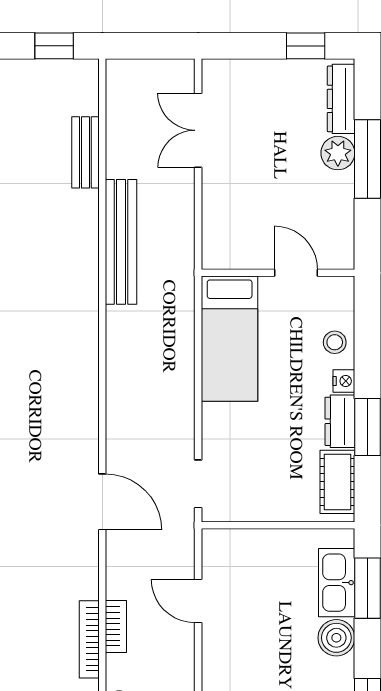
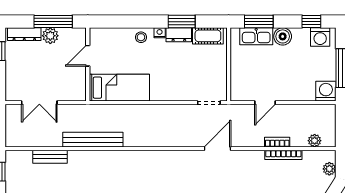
wall: (278, 273) -> (88, 64), moved
door: (296, 273) -> (88, 56), moved
bed: (230, 339) -> (119, 88), moved

